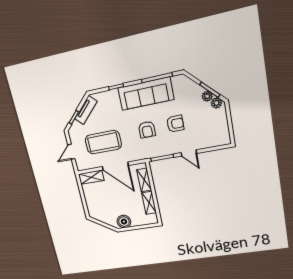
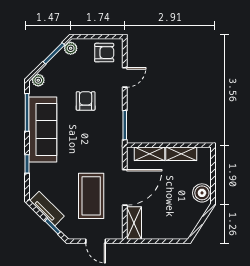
plant: (207, 96) -> (38, 80), moved
armchair: (147, 130) -> (104, 53), moved
door: (189, 153) -> (125, 77), moved

